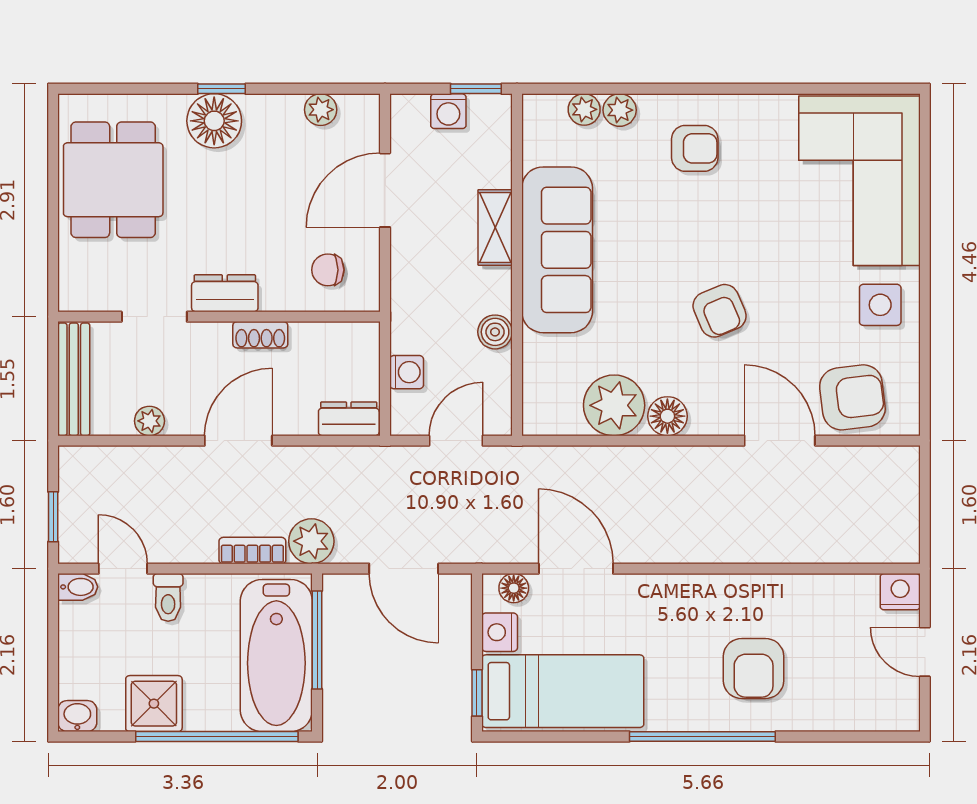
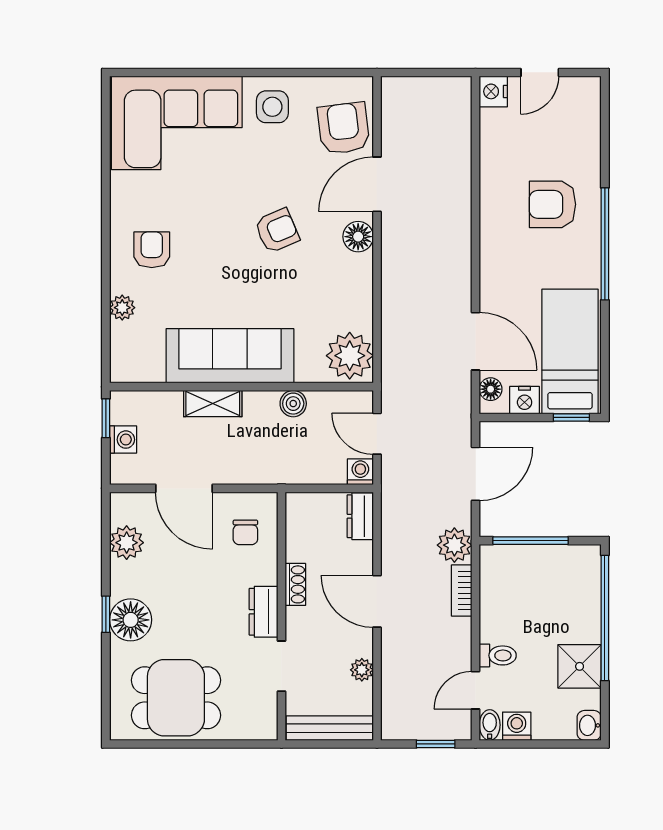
plant: (584, 109) -> (122, 335), removed
plant: (321, 110) -> (127, 543), width x1.38, depth x1.38
washing machine: (407, 372) -> (360, 472), moved
plant: (614, 405) -> (350, 356), moved
floor lamp: (667, 416) -> (358, 237), moved
door: (576, 569) -> (476, 341), swing flipped
washing machine: (76, 622) -> (517, 726), added
bathtub: (276, 656) -> (543, 572), removed
armchair: (754, 668) -> (552, 204), turned 180

